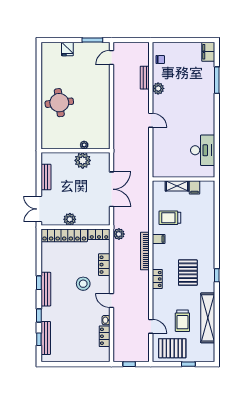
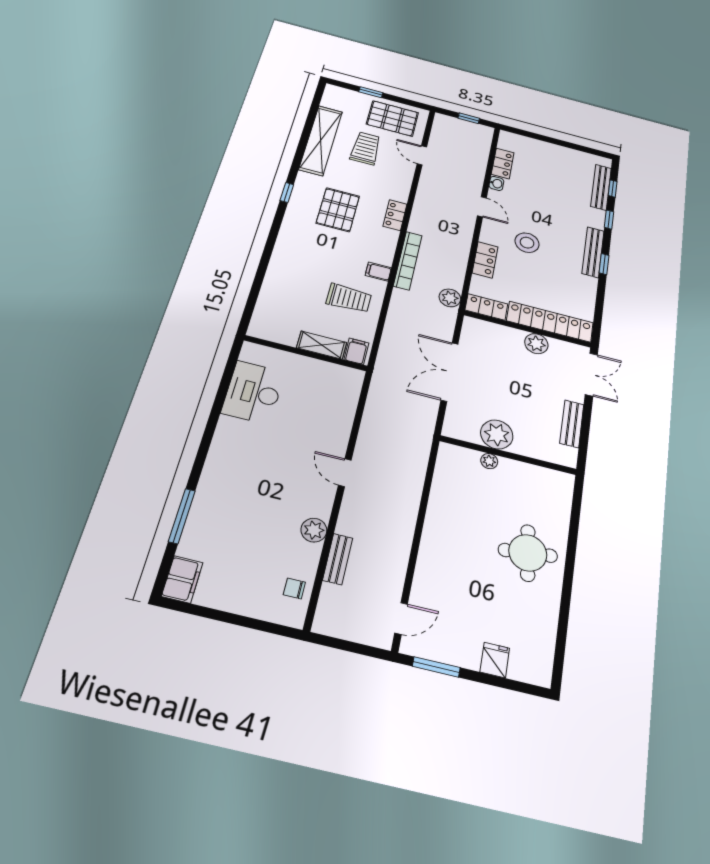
filing cabinet: (195, 187) -> (356, 351), moved

